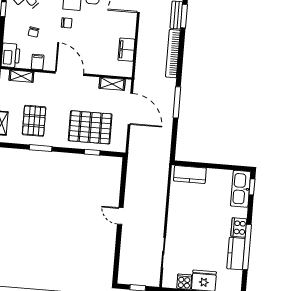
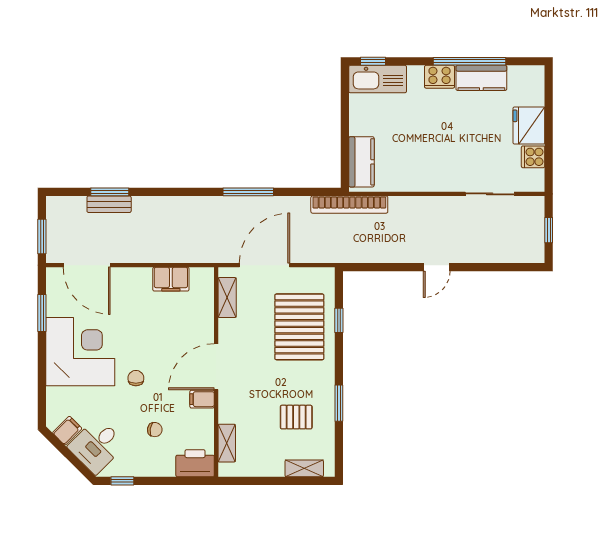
bookcase: (173, 54) -> (349, 205), moved
filing cabinet: (38, 62) -> (202, 399), moved
pallet: (34, 121) -> (296, 417), width x0.67, depth x0.71

